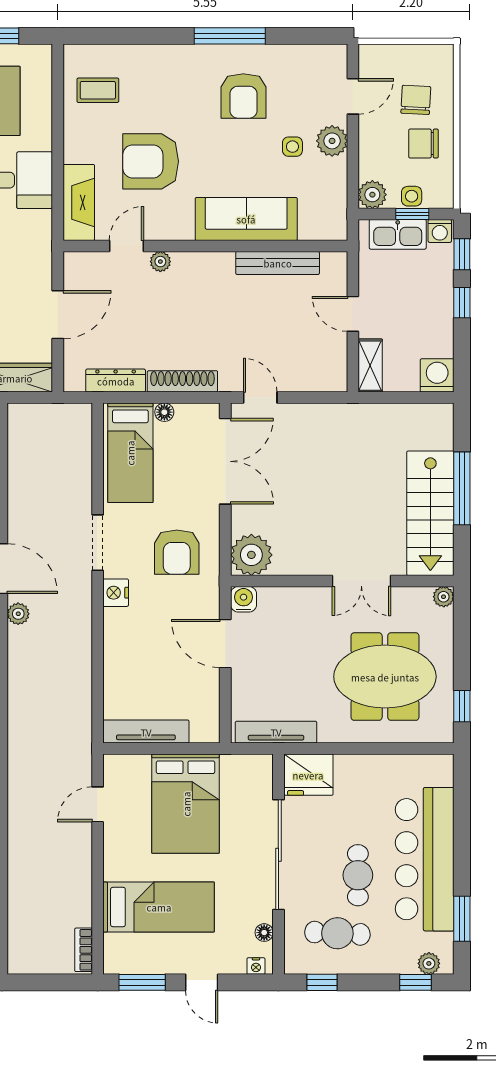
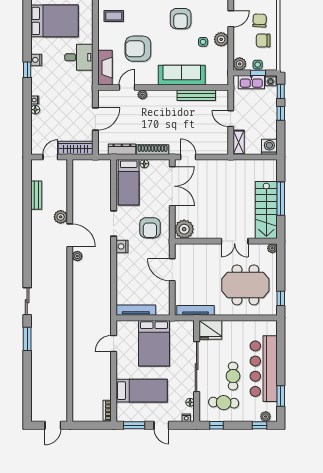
water cooler: (244, 599) -> (181, 249), removed

